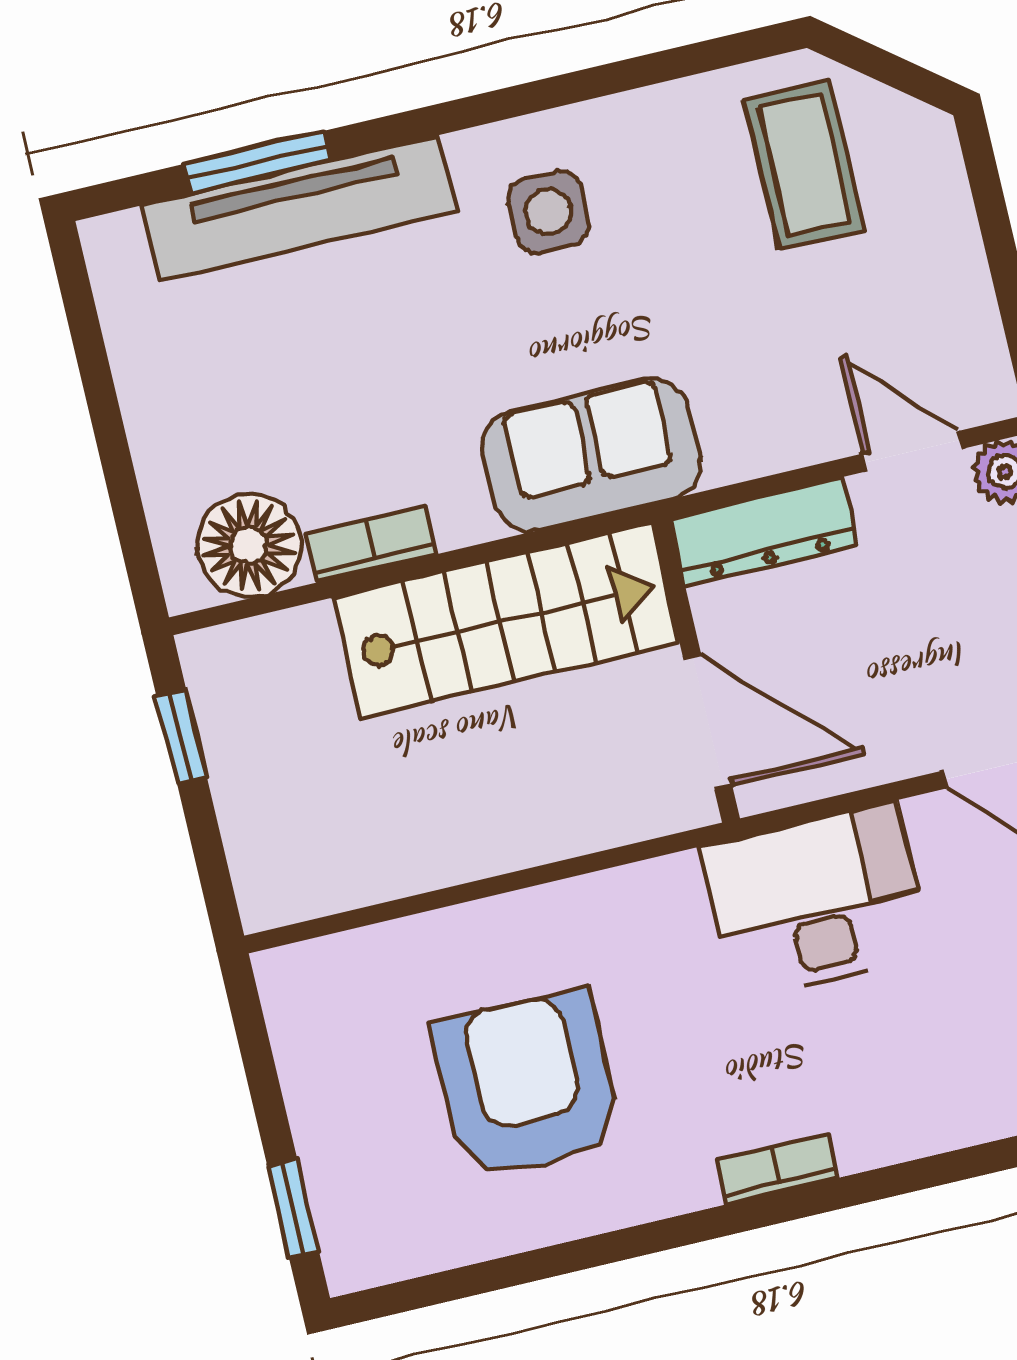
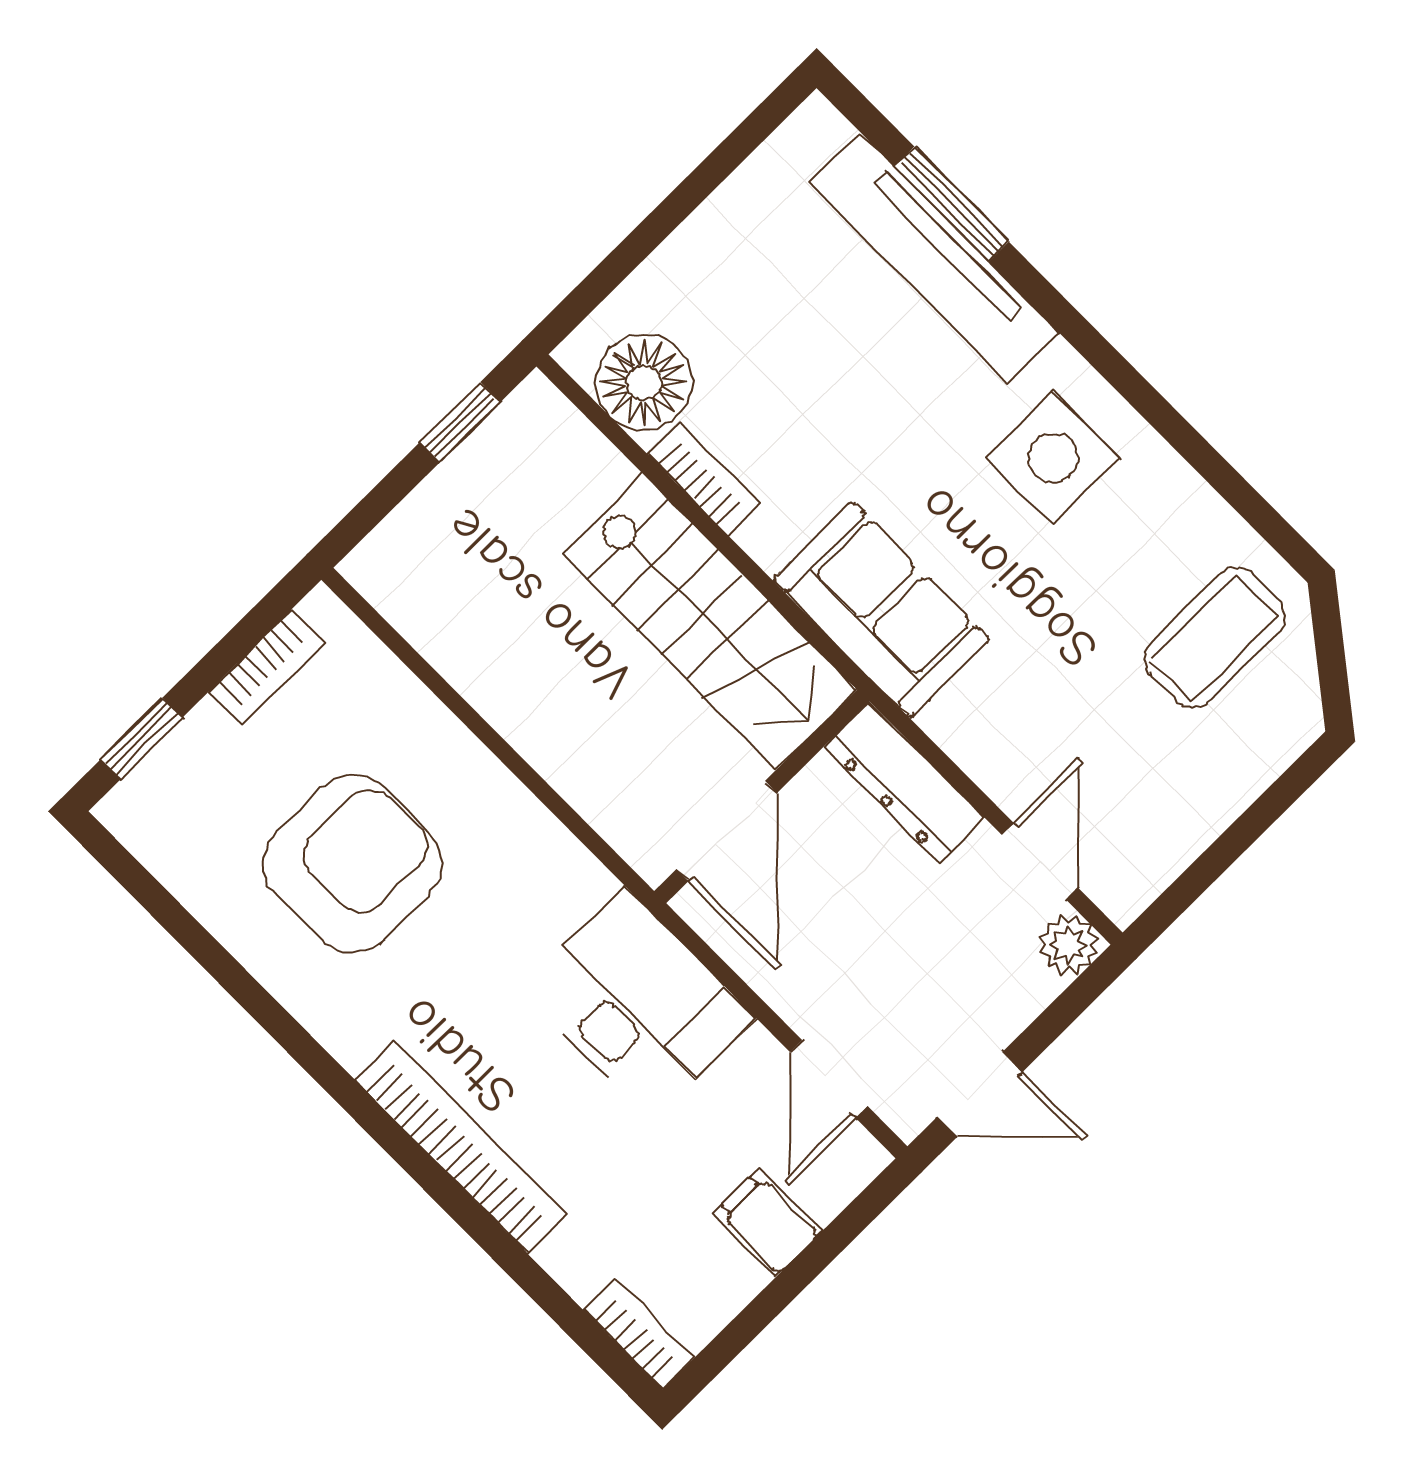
side table: (548, 212) -> (1053, 458), width x1.37, depth x1.37
bookcase: (298, 1053) -> (266, 667), added
bookcase: (777, 1169) -> (461, 1147), width x2.31, depth x1.31

